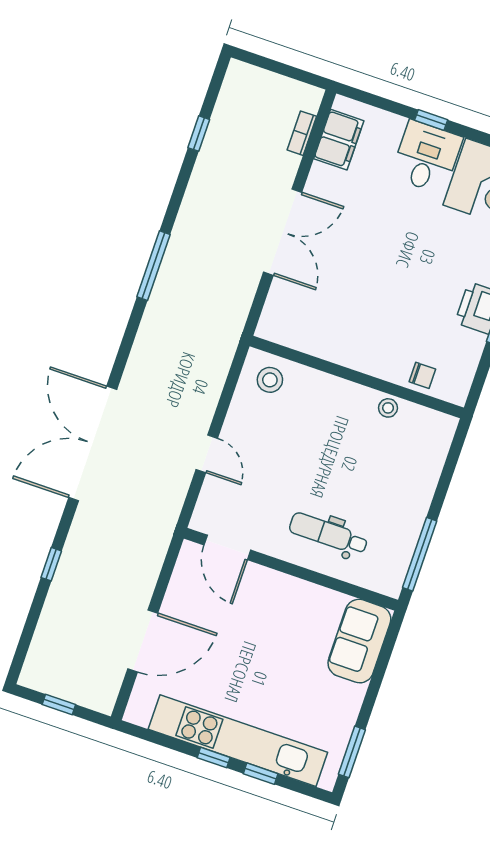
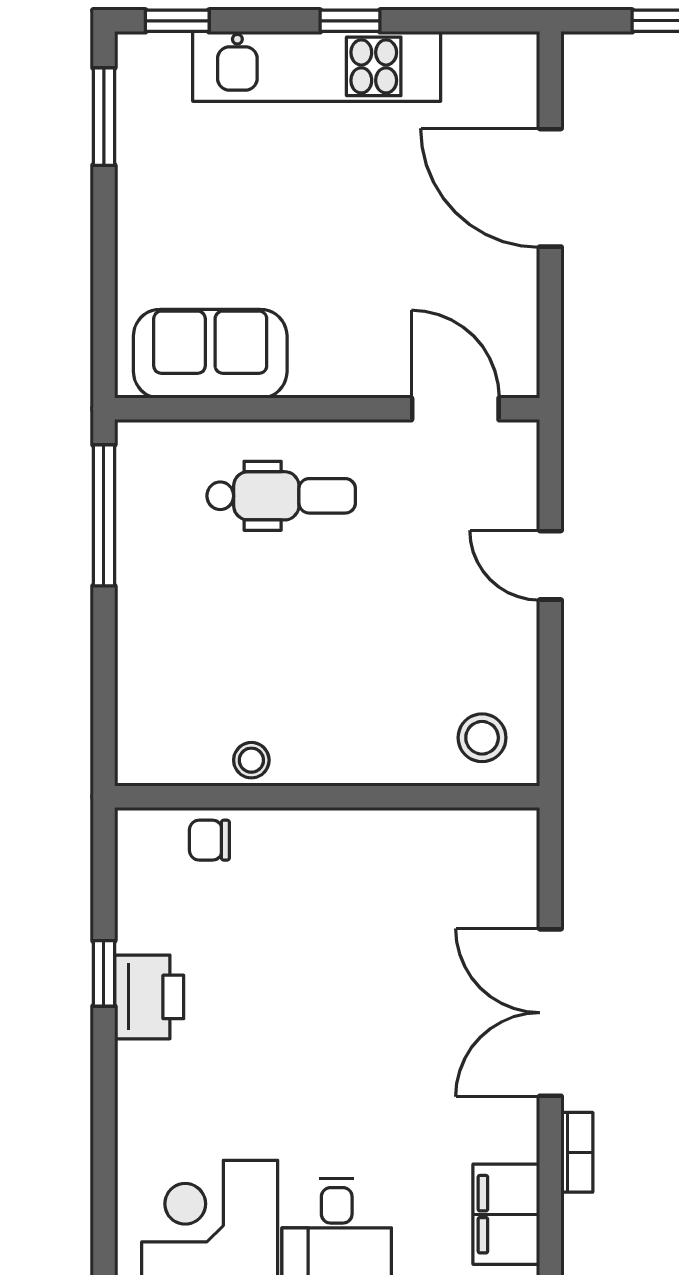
bookcase: (302, 133) -> (577, 1152), moved
door: (143, 641) -> (550, 188), hinge flipped
sofa: (359, 641) -> (210, 354), moved, turned -90
kitchen unit: (238, 741) -> (317, 66), width x0.73
window: (261, 774) -> (177, 21), moved

